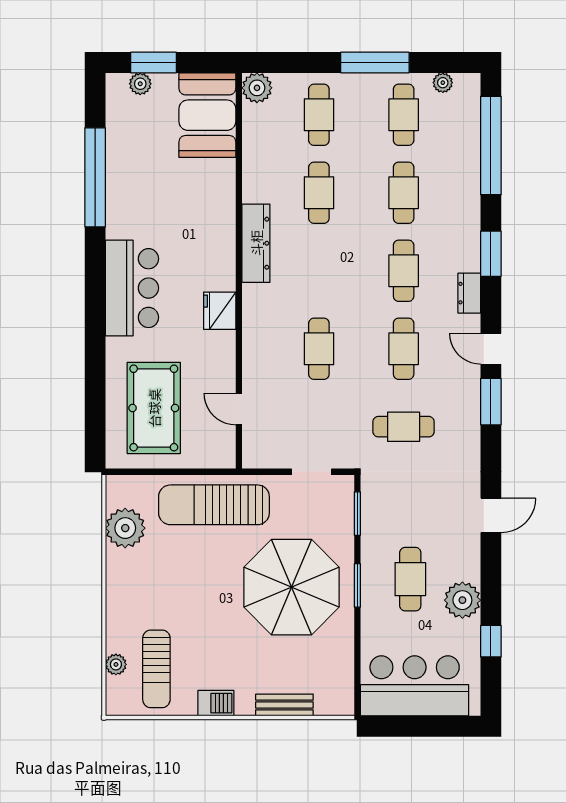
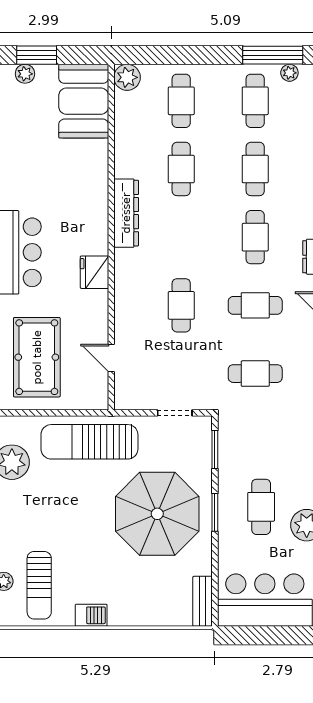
window: (375, 63) -> (273, 55), moved
cafe table: (404, 349) -> (255, 305), turned 90
bench: (284, 705) -> (203, 601), moved, turned 90

